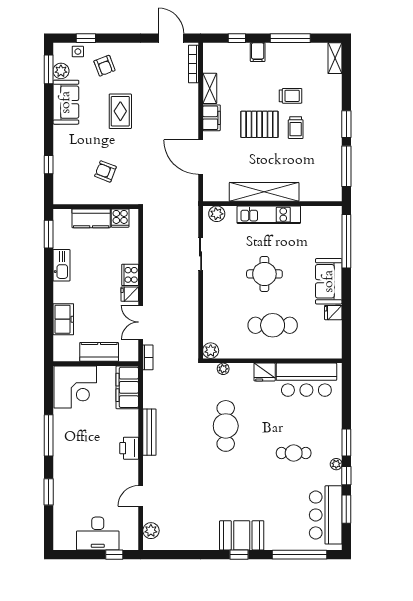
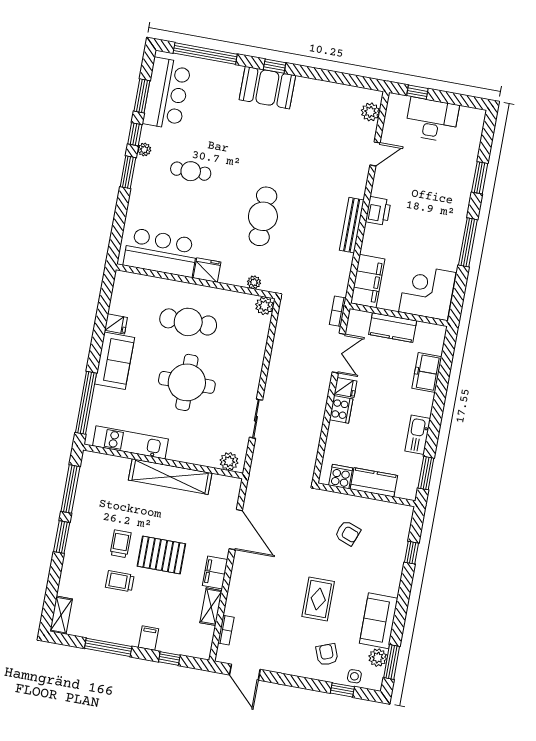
bookcase: (193, 64) -> (226, 630), width x0.64
kitchen unit: (269, 215) -> (130, 442), moved
round table: (264, 274) -> (187, 382), width x1.36, depth x1.36

